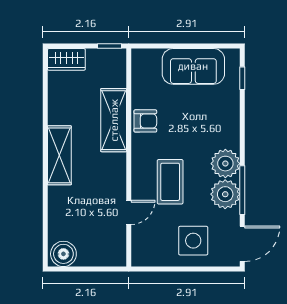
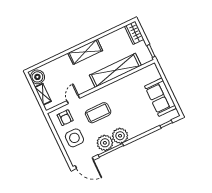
shelving: (114, 120) -> (115, 70), width x1.47
armchair: (145, 121) -> (65, 118), moved
door: (129, 212) -> (73, 99), swing flipped
shelving: (96, 258) -> (43, 94), added

